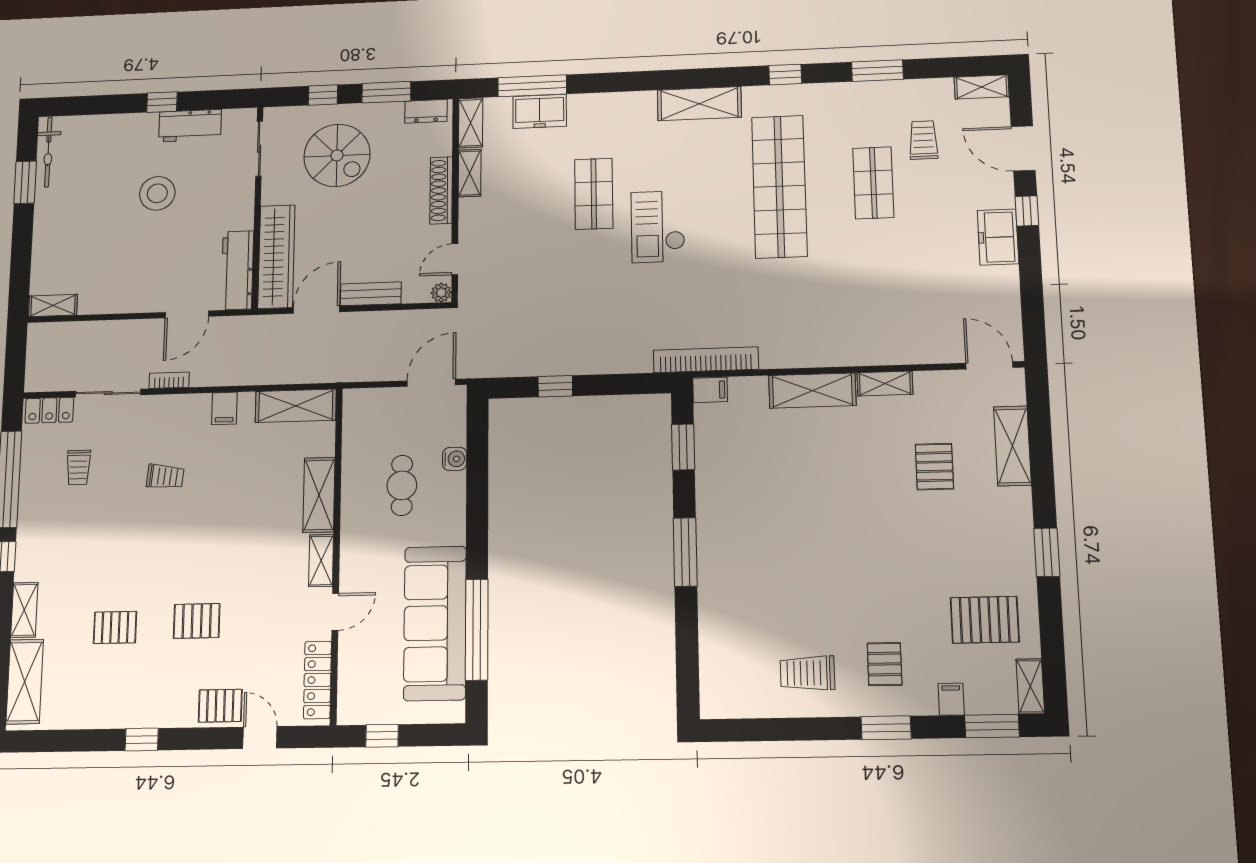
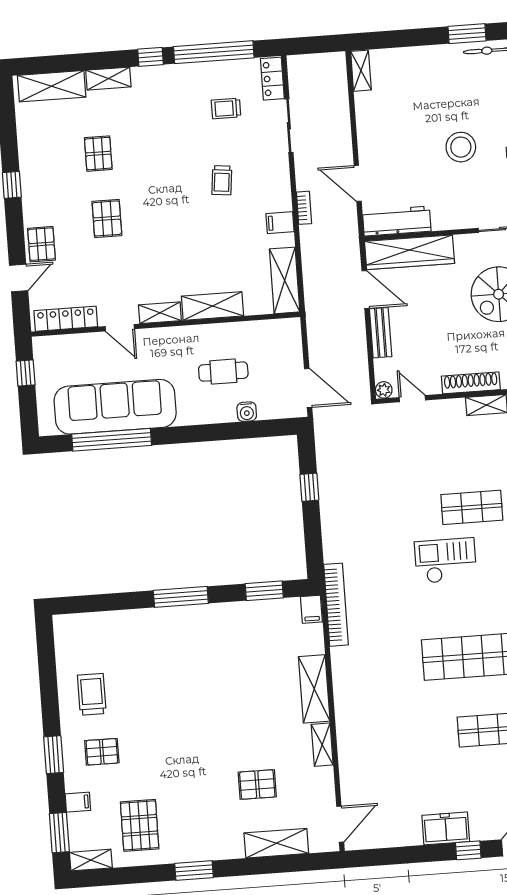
bookcase: (169, 380) -> (304, 208), moved

